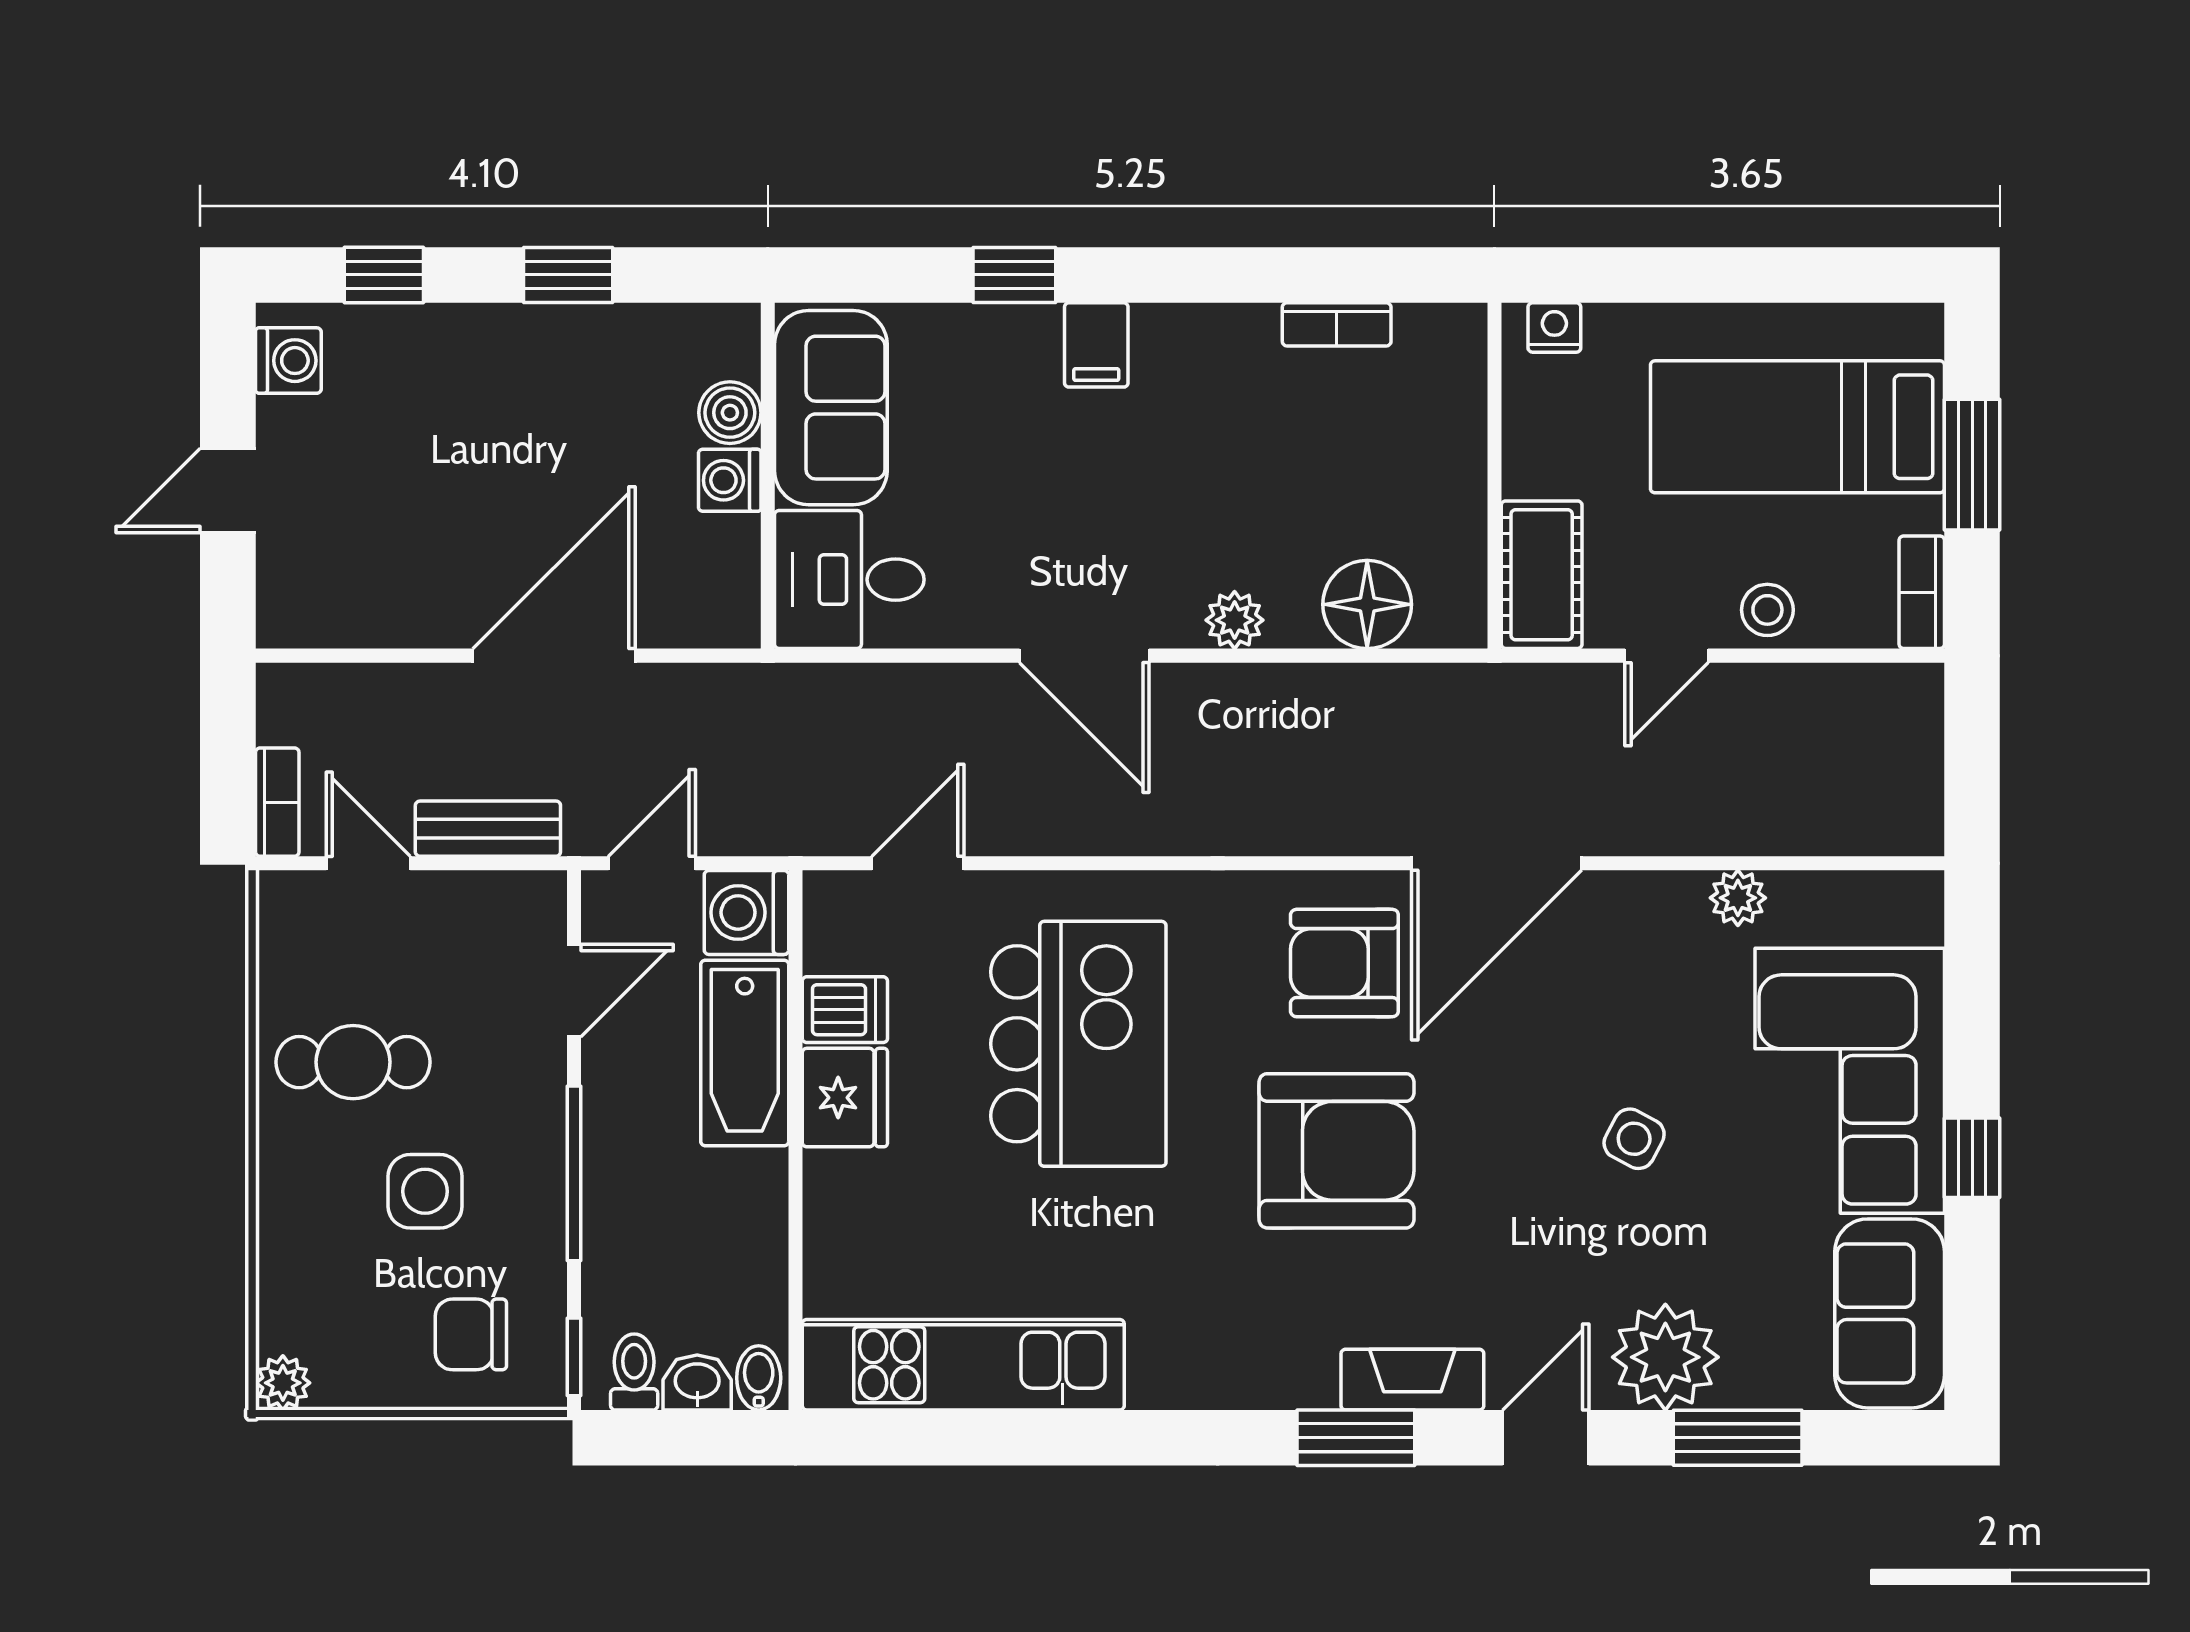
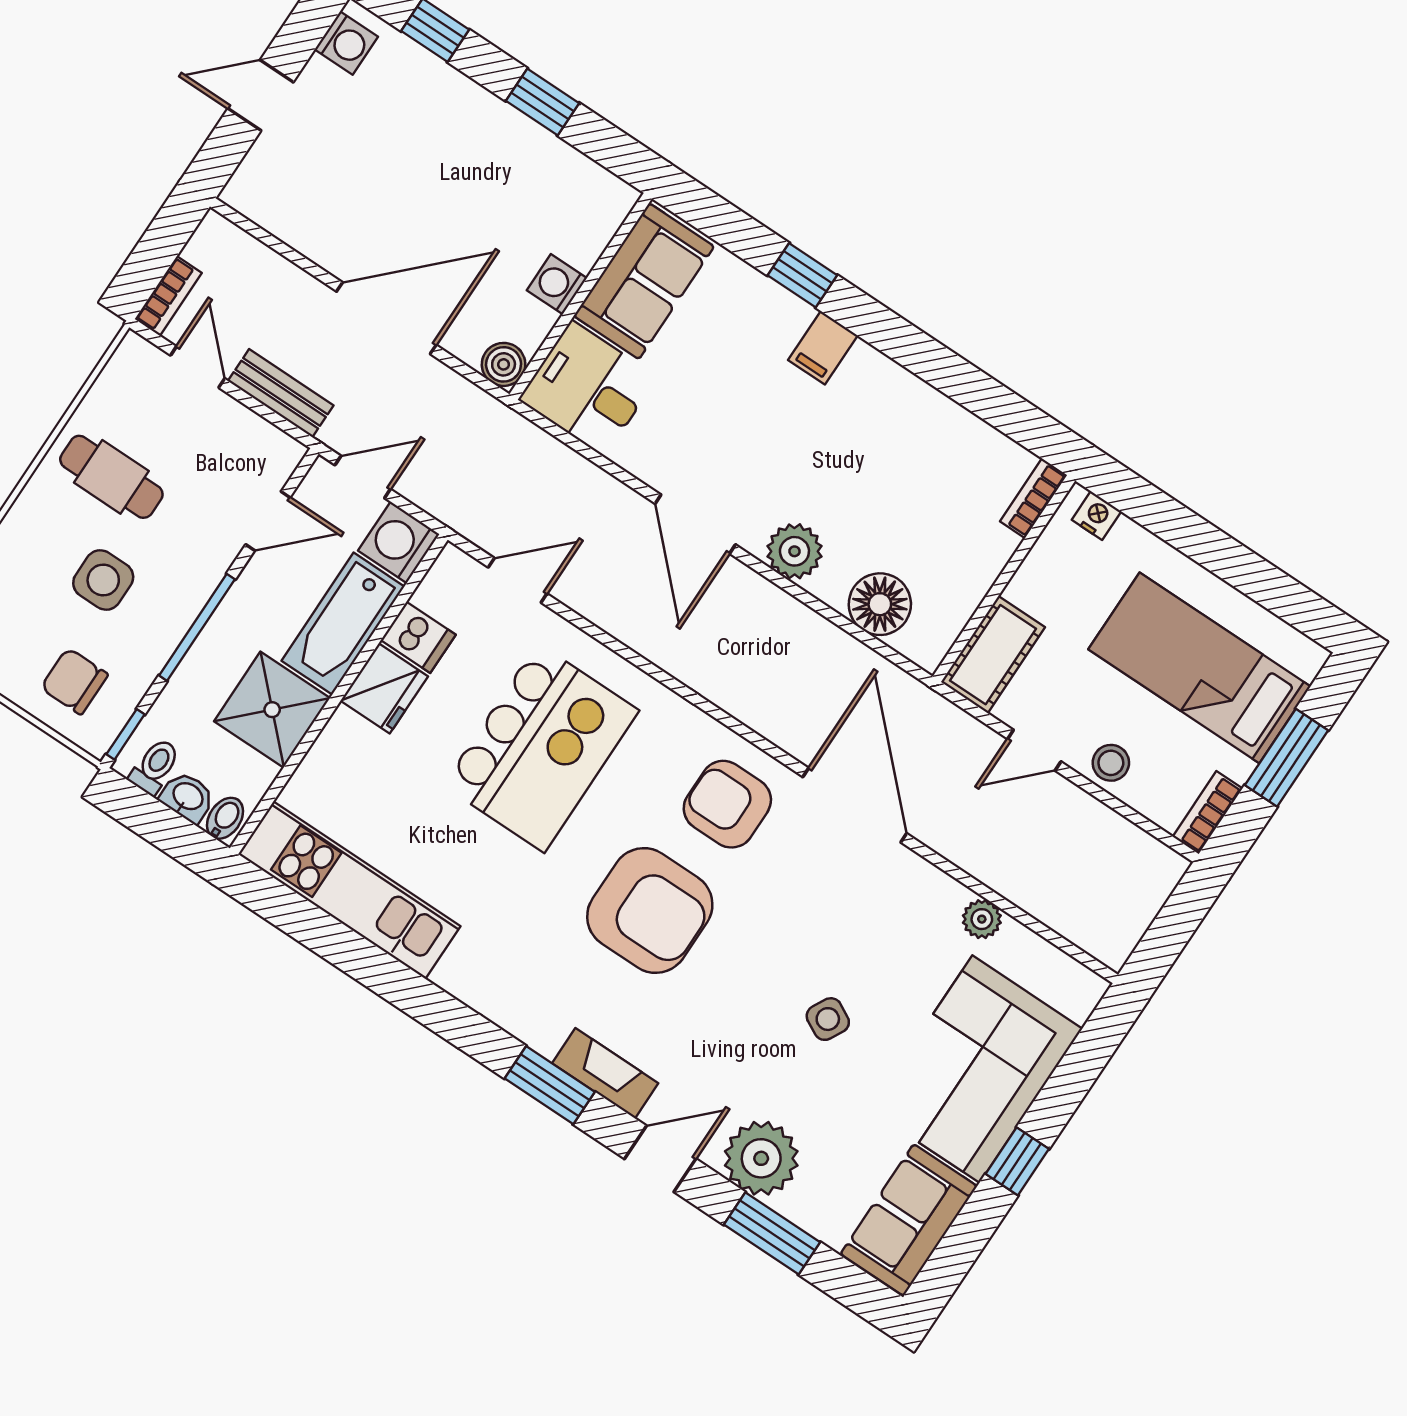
bookcase: (1337, 324) -> (1034, 498), moved, turned 90
boiler: (730, 413) -> (504, 364), moved
plant: (1235, 620) -> (794, 551), width x1.38, depth x1.38
door: (1497, 863) -> (855, 805), swing flipped
shower: (729, 1211) -> (272, 710), added

